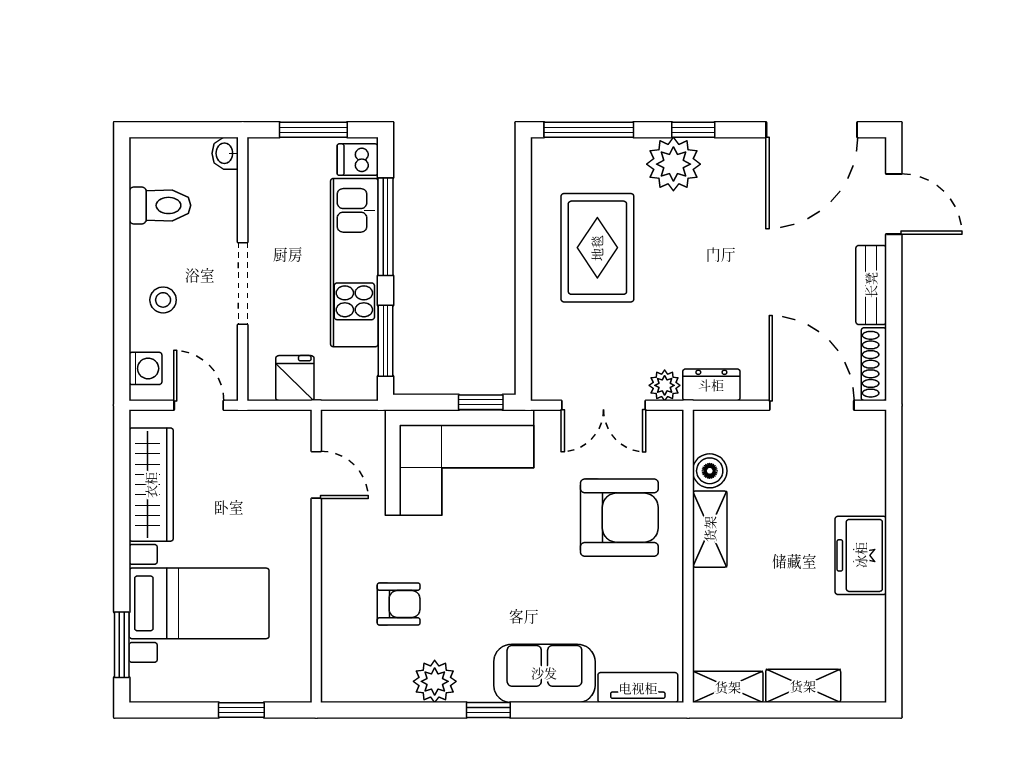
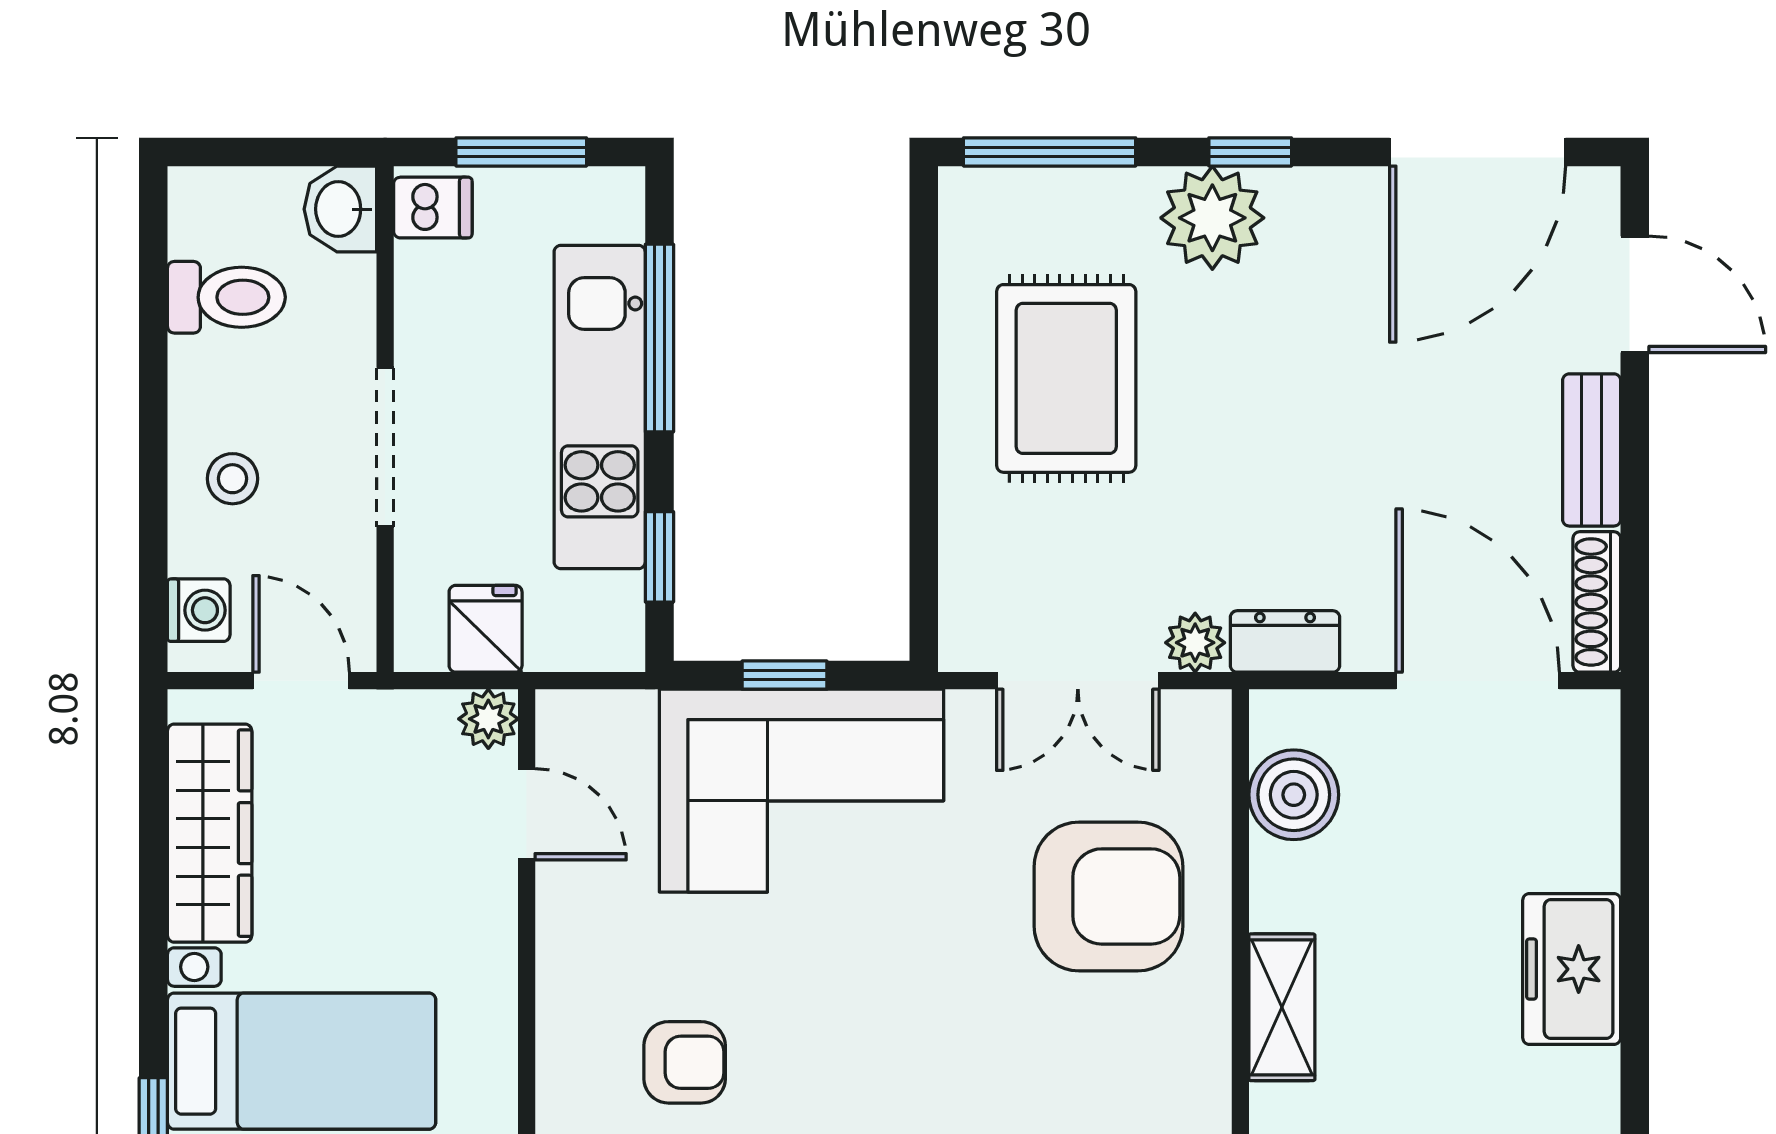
washbasin: (225, 153) -> (340, 209), width x1.38, depth x1.45
dishwasher: (358, 160) -> (433, 208), moved, turned 180
window: (385, 341) -> (659, 557), width x0.67
window: (481, 402) -> (784, 675), moved
plant: (296, 425) -> (488, 719), added
boiler: (710, 471) -> (1294, 795), width x1.36, depth x1.36
shelving: (710, 529) -> (1282, 1007), moved

